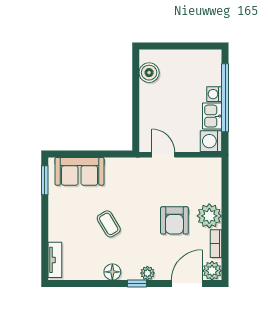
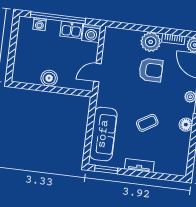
boiler: (149, 73) -> (49, 78), moved
washing machine: (214, 94) -> (40, 24), moved
sofa: (80, 171) -> (103, 134), width x1.36
tv unit: (55, 260) -> (139, 165), moved

